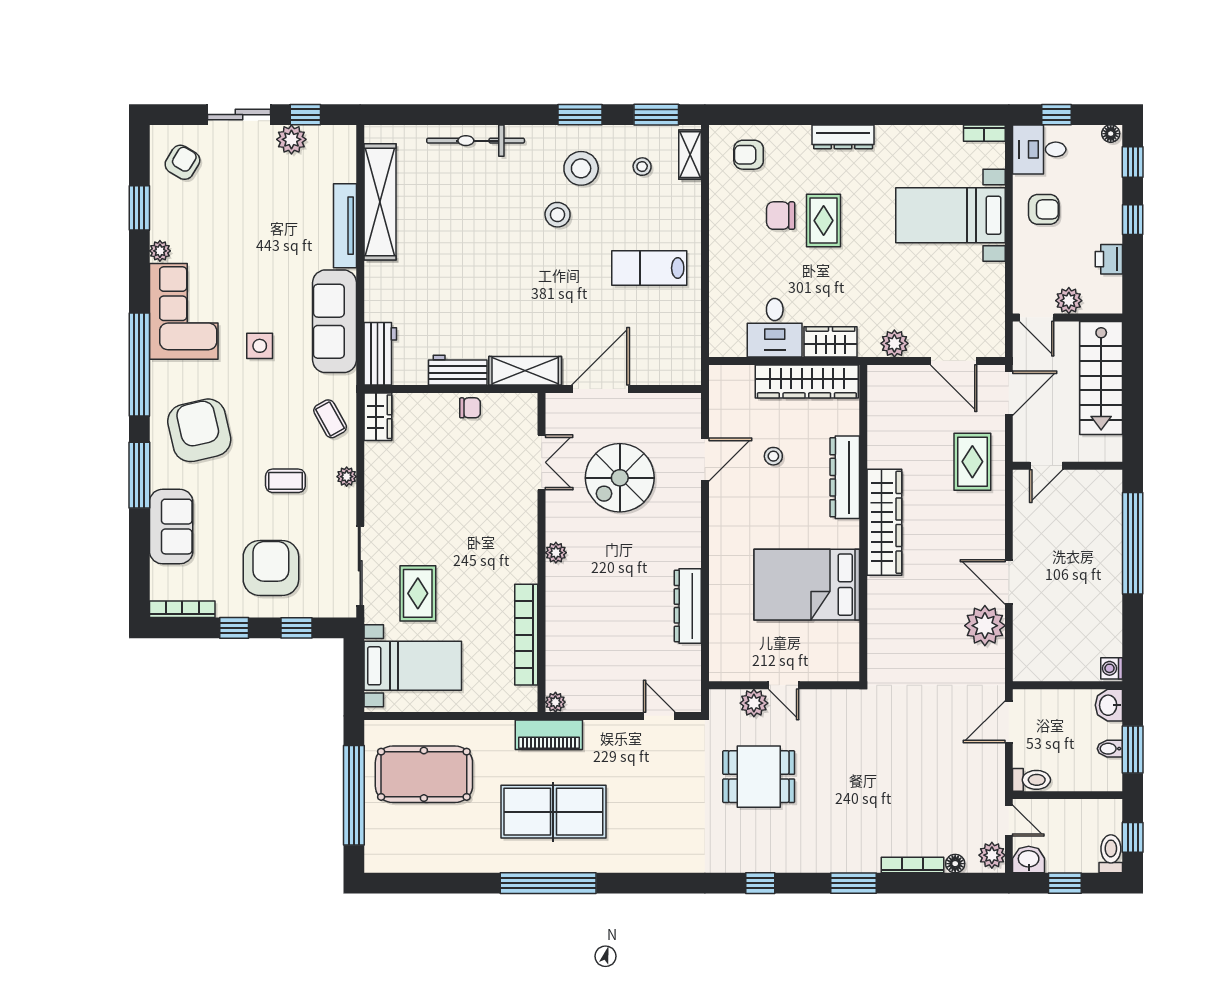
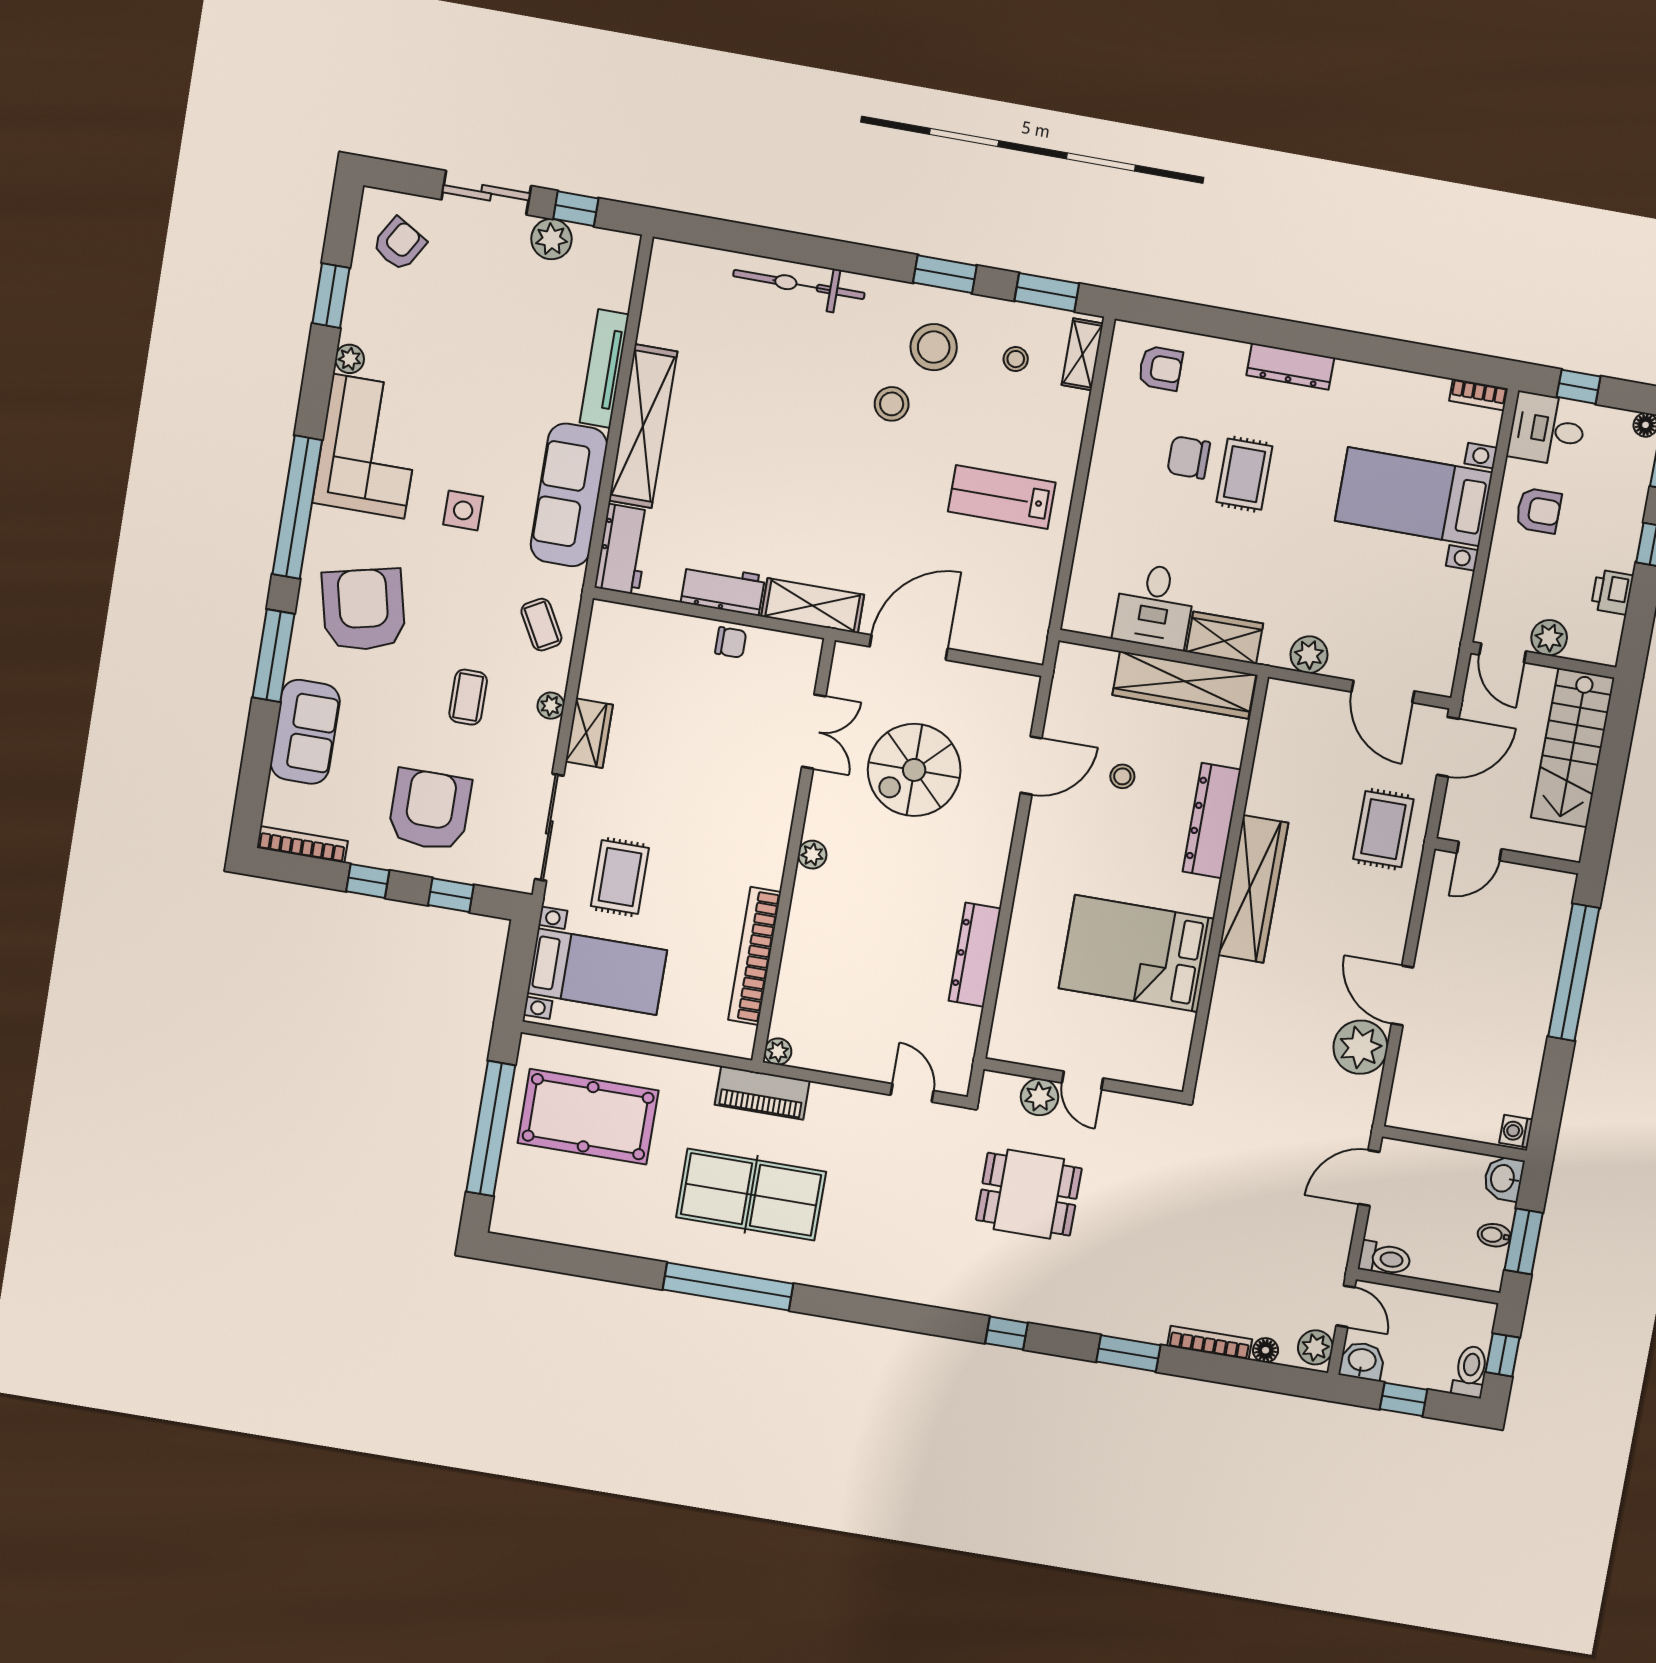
armchair: (749, 155) -> (1160, 368), turned 180
shelving: (380, 202) -> (643, 426), moved
wardrobe: (378, 417) -> (589, 733), moved
coffee table: (285, 481) -> (468, 697), turned 90

